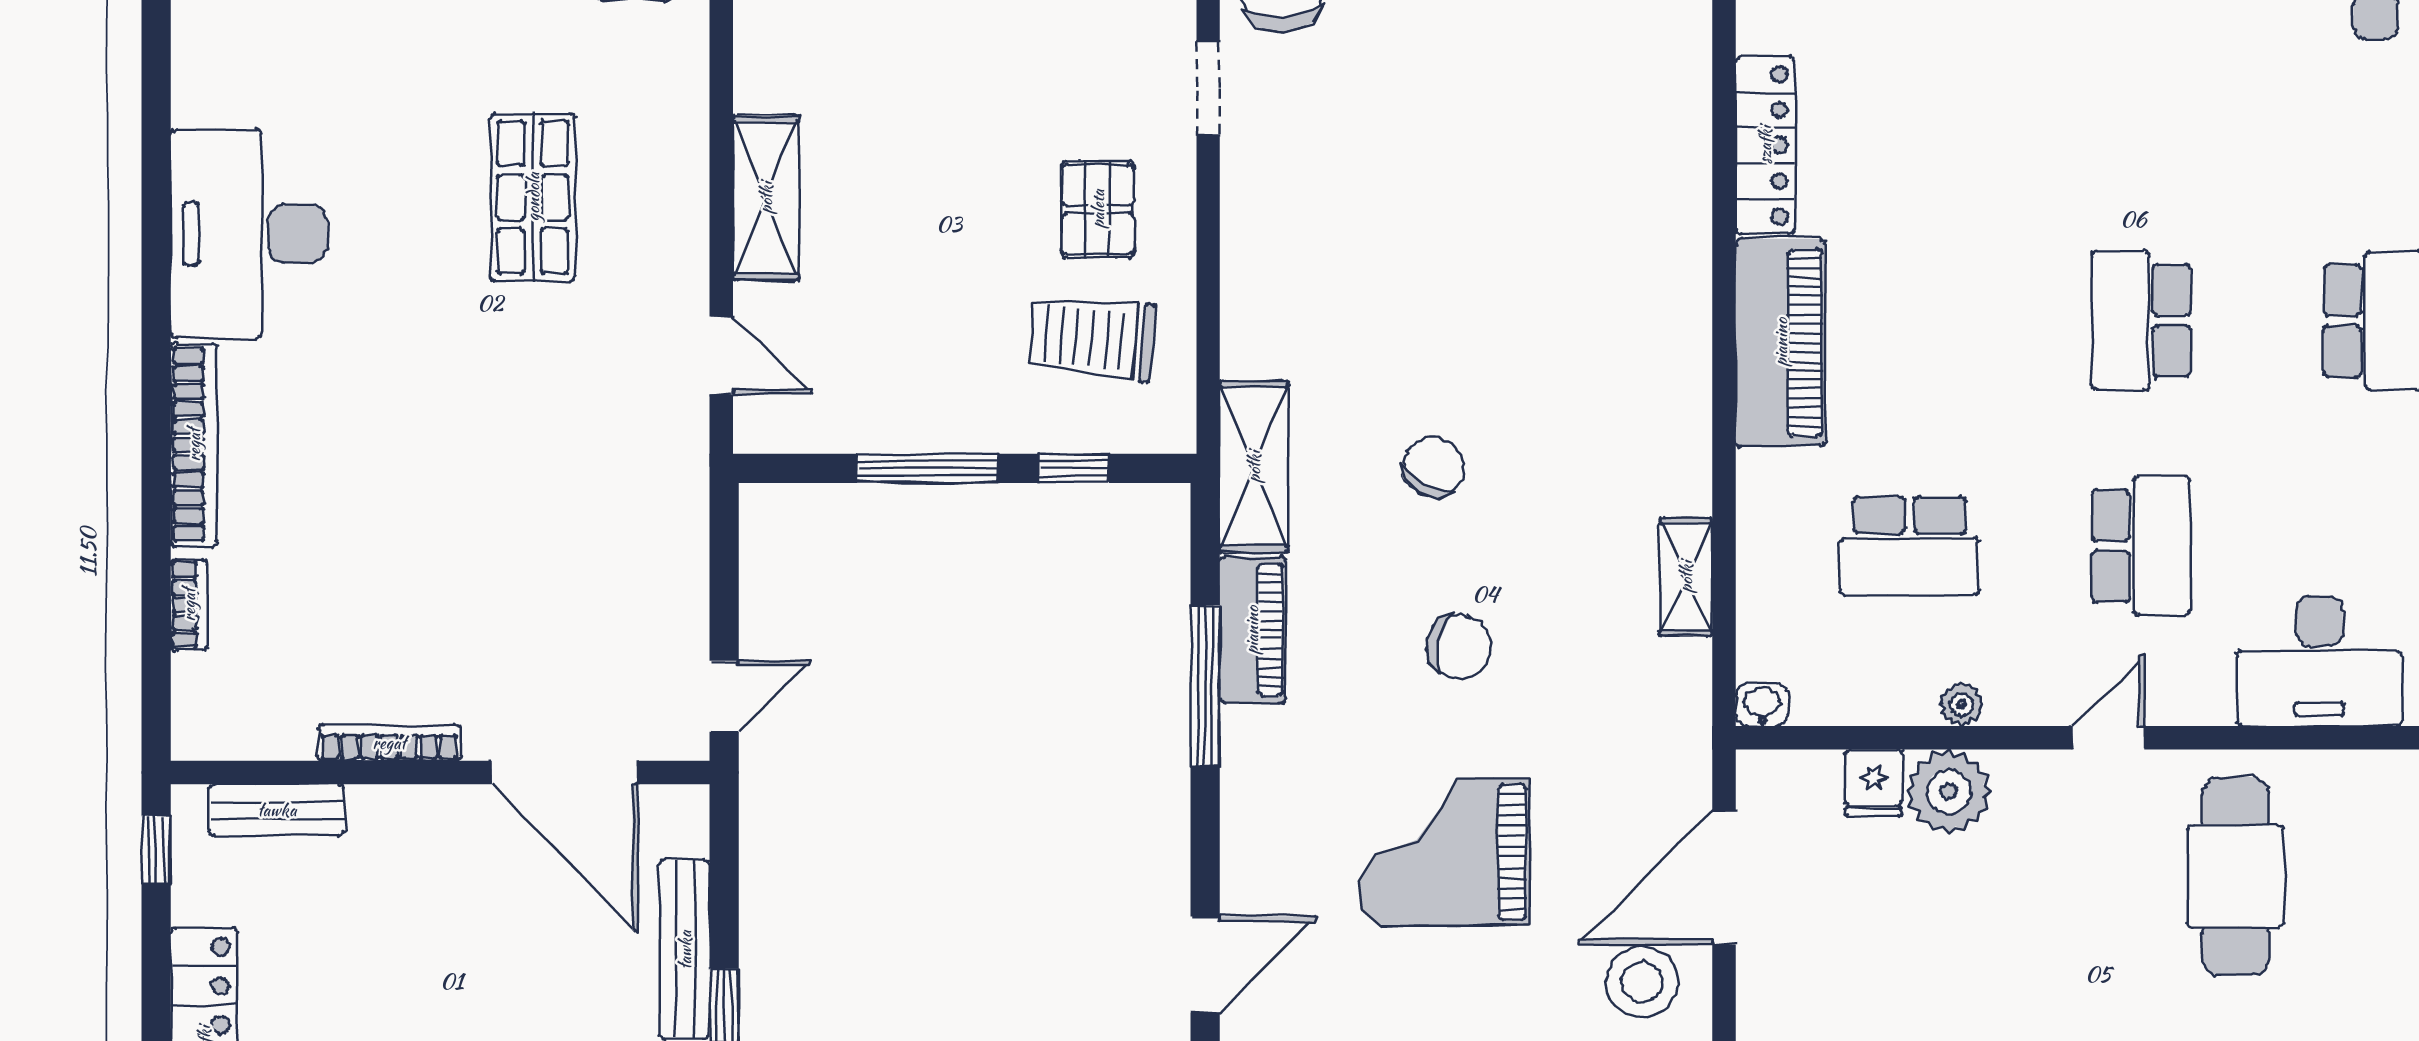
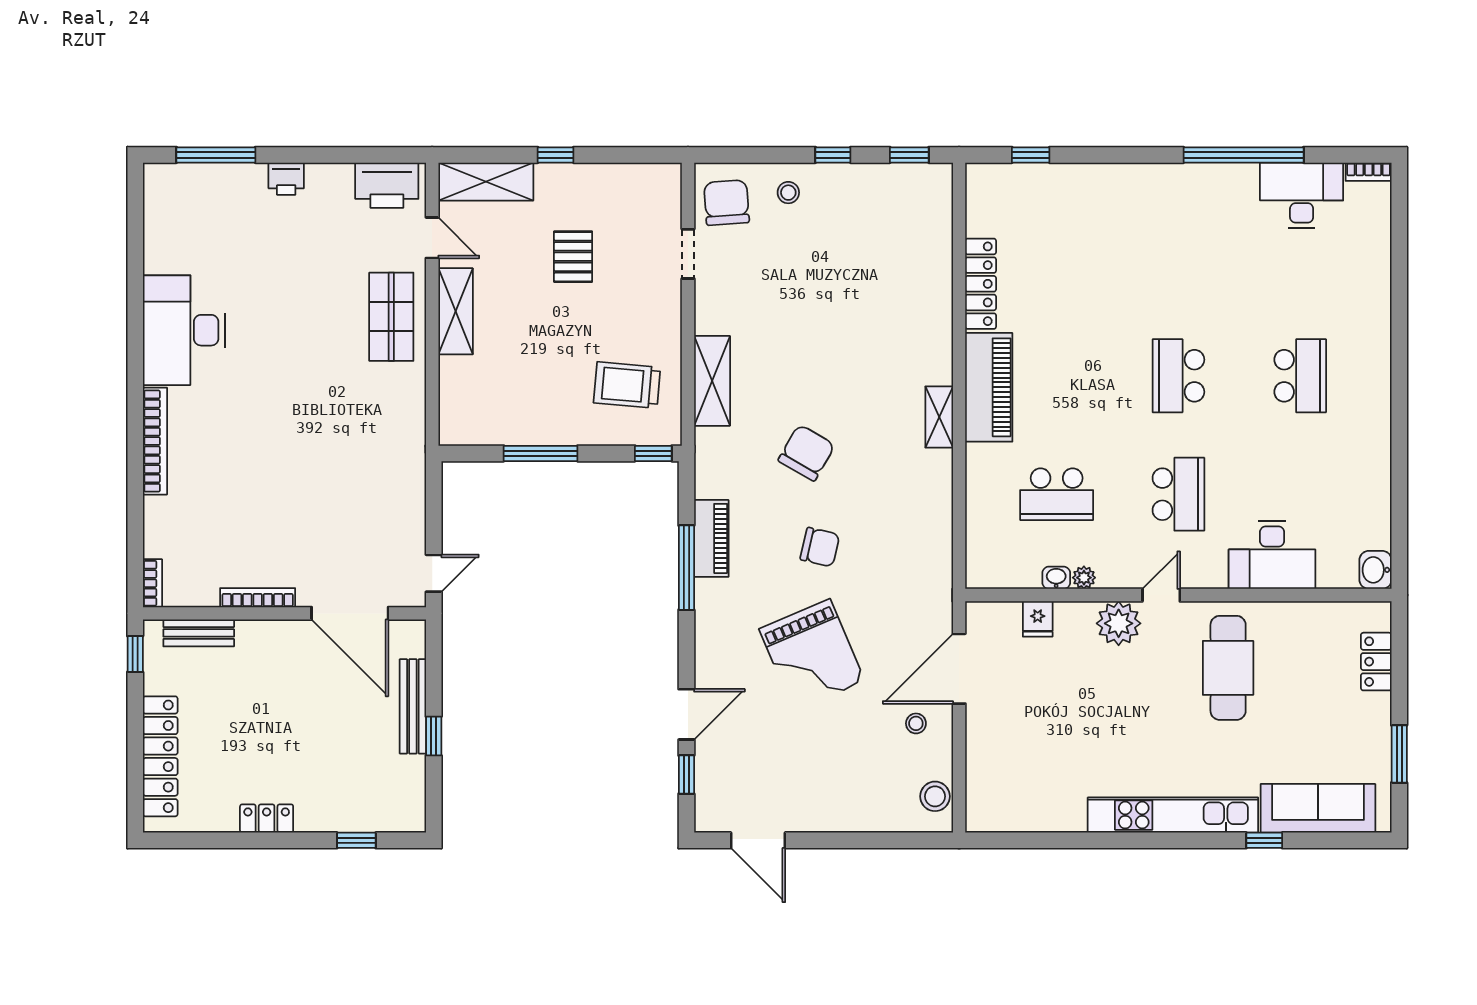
shop shelf: (533, 197) -> (391, 317), moved
pallet: (1098, 209) -> (573, 257), moved
door: (721, 355) -> (432, 238), moved
shelving: (1254, 467) -> (712, 381), moved
chair: (1434, 467) -> (807, 453), width x1.37, depth x1.37
window: (1074, 468) -> (653, 453), moved
shelving: (1686, 577) -> (939, 417), moved
bookcase: (189, 605) -> (152, 583), moved
washbasin: (1762, 705) -> (1056, 578), moved
plant: (1948, 791) -> (1119, 623), moved
grand piano: (1444, 852) -> (812, 655), turned -113
stool: (1642, 982) -> (916, 723), width x0.53, depth x0.53

